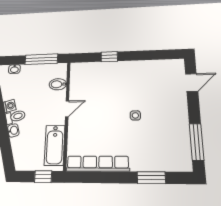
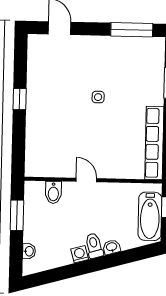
window: (109, 57) -> (20, 99), moved
window: (41, 59) -> (17, 215), width x0.69
bathtub: (55, 145) -> (150, 216), moved, turned 90

